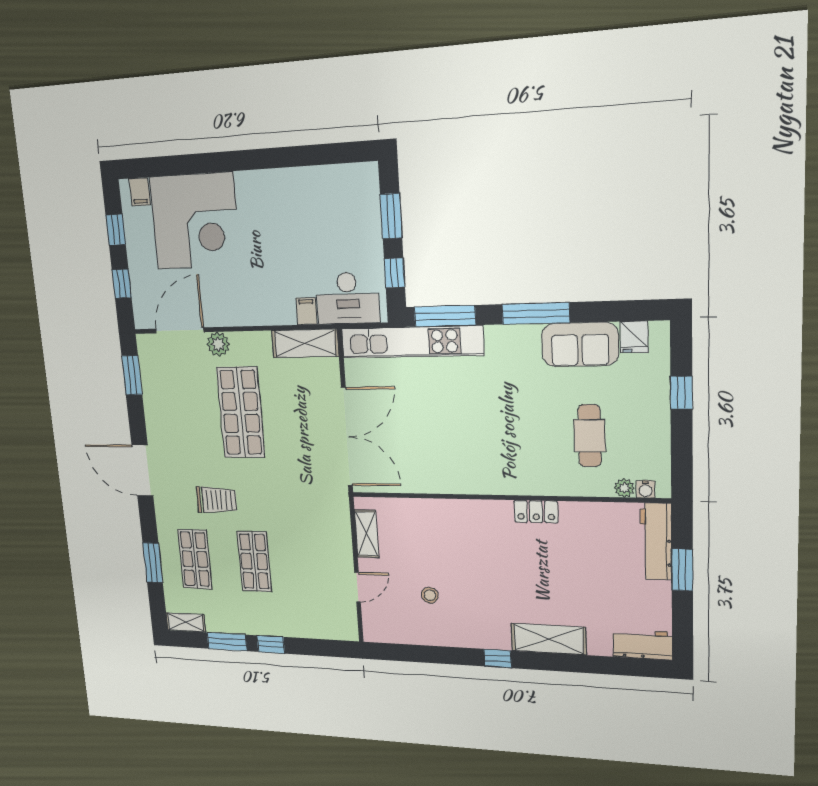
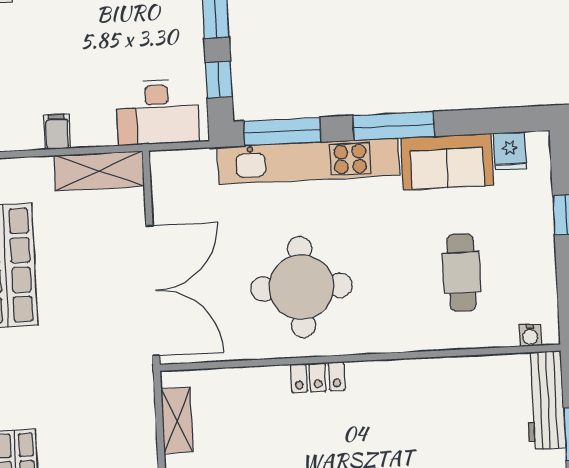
filing cabinet: (307, 311) -> (57, 132), moved
kitchen unit: (412, 342) -> (309, 161), moved
round table: (460, 440) -> (302, 287), added
plant: (624, 488) -> (505, 335), removed
locker: (536, 512) -> (318, 377), moved

